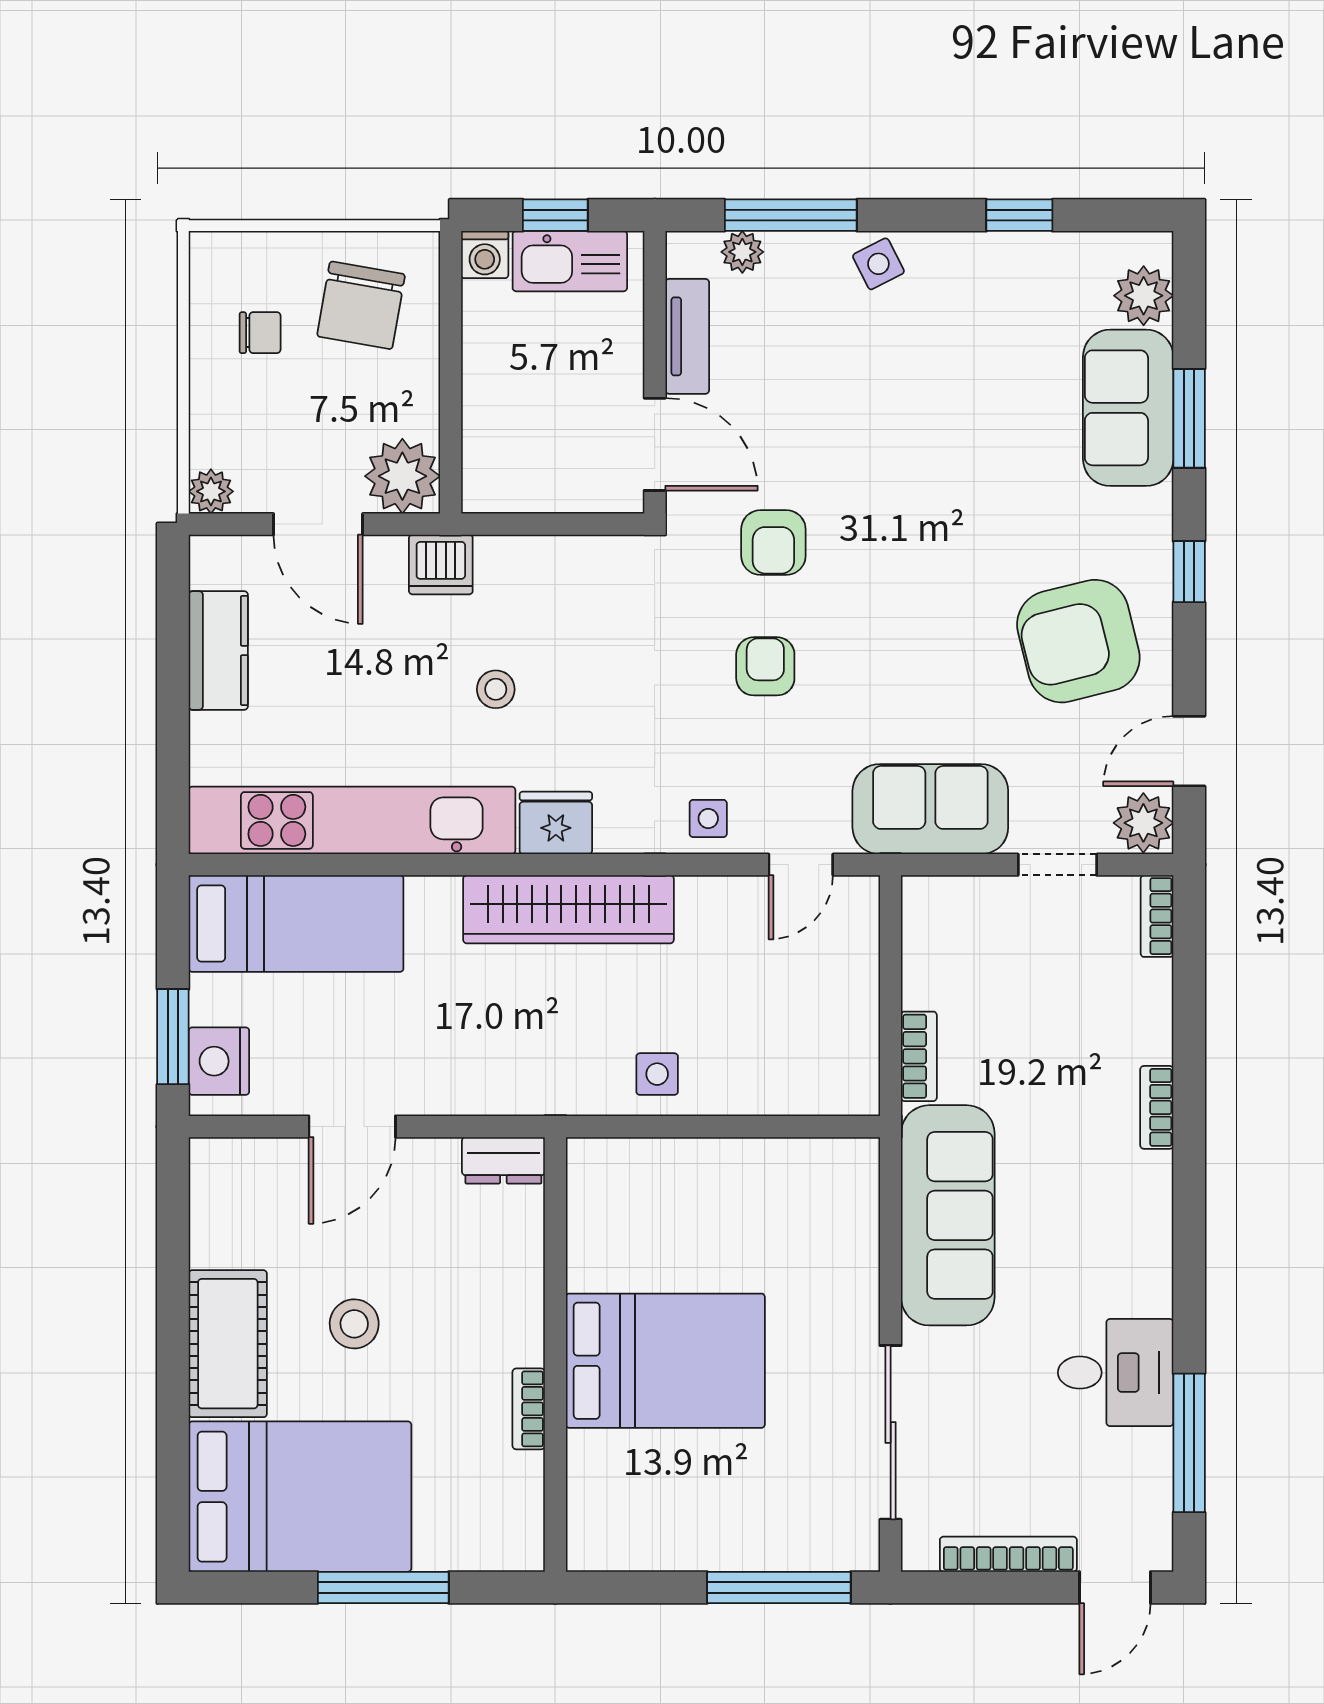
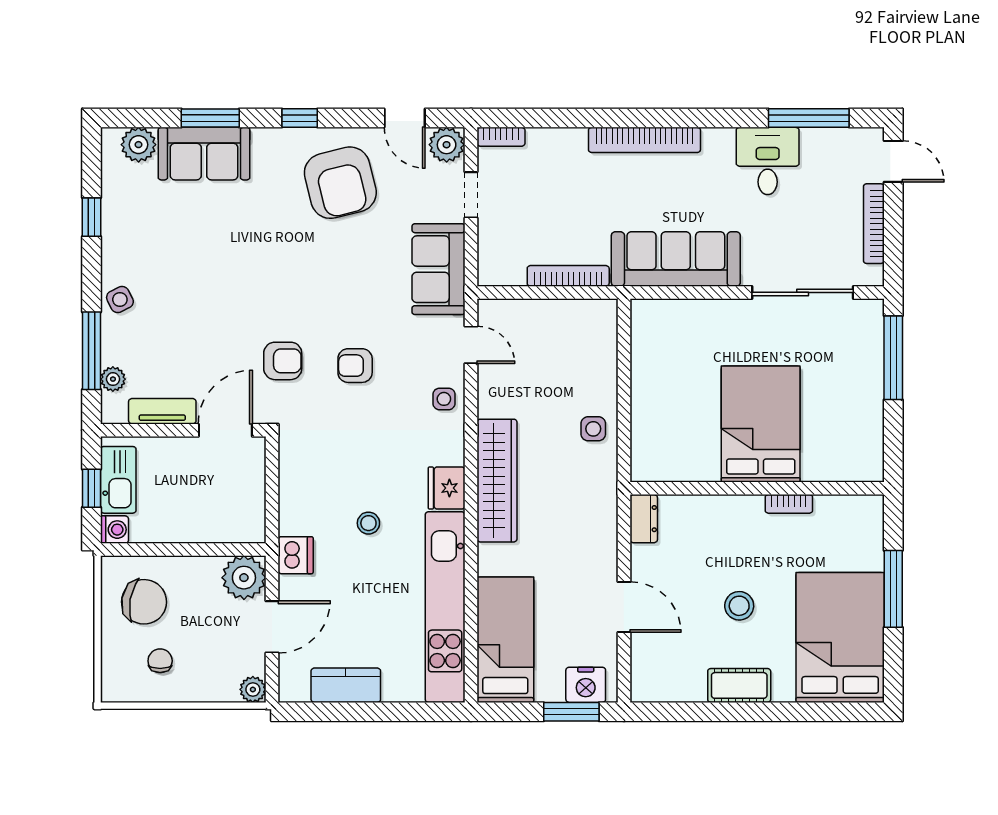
bookcase: (919, 1056) -> (568, 276), width x1.56
bookcase: (1157, 1107) -> (644, 140), width x2.31, depth x1.31
cot: (228, 1344) -> (739, 685), width x0.73, depth x0.75

